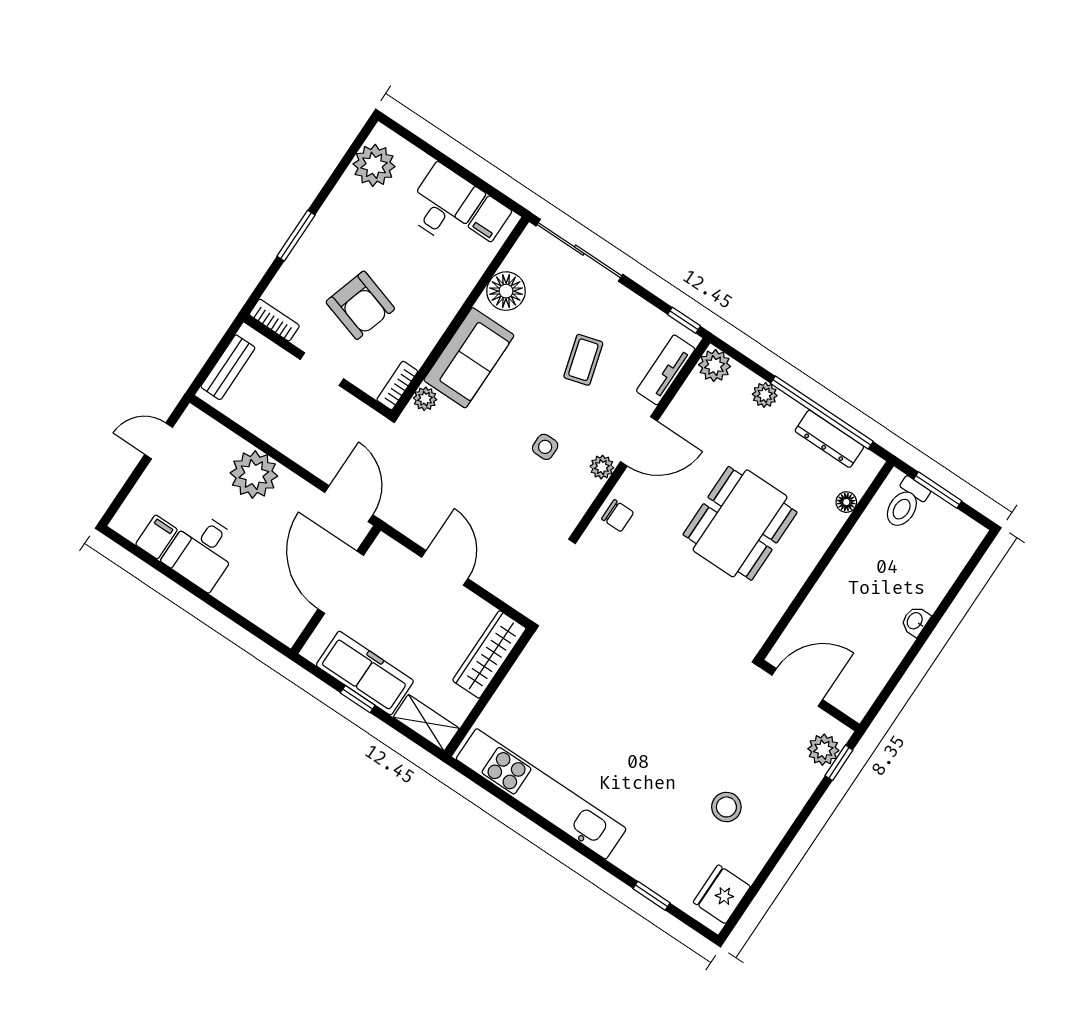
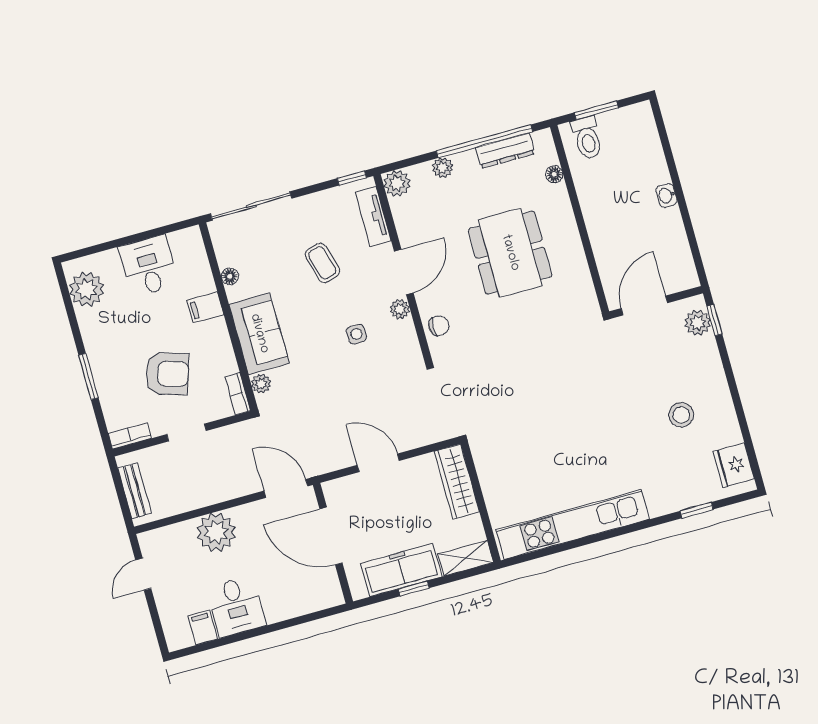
filing cabinet: (490, 219) -> (205, 307), moved, turned 90
floor lamp: (506, 291) -> (230, 276), width x0.53, depth x0.53

